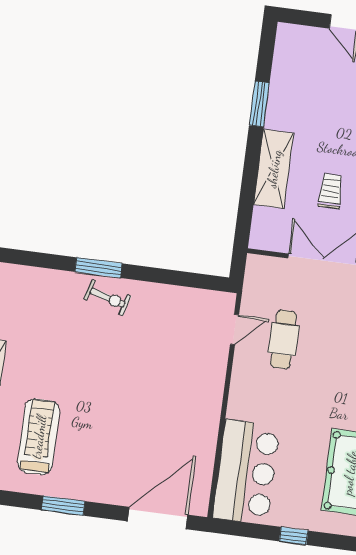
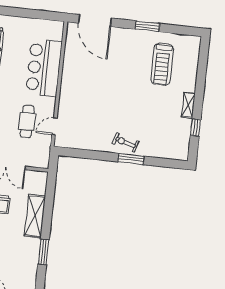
bar counter: (246, 472) -> (44, 68), moved
door: (158, 518) -> (95, 21), hinge flipped
window: (294, 536) -> (19, 12), removed

